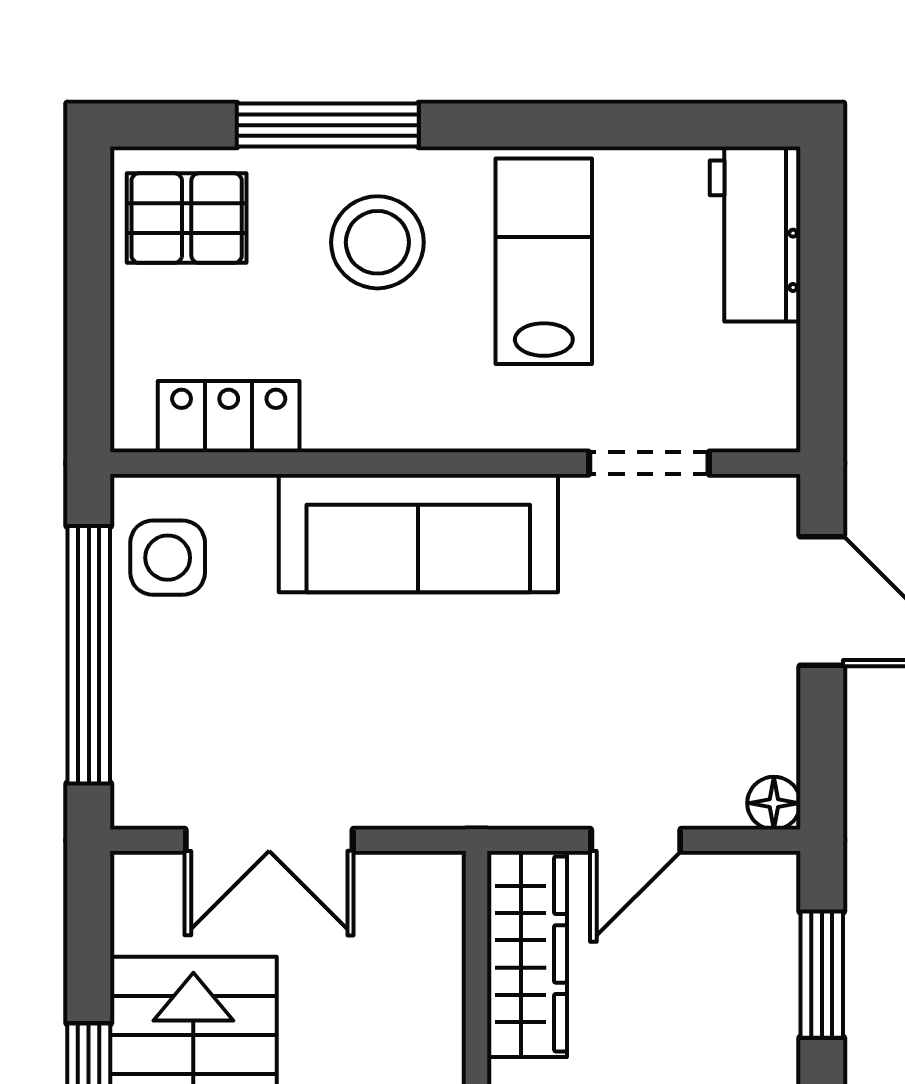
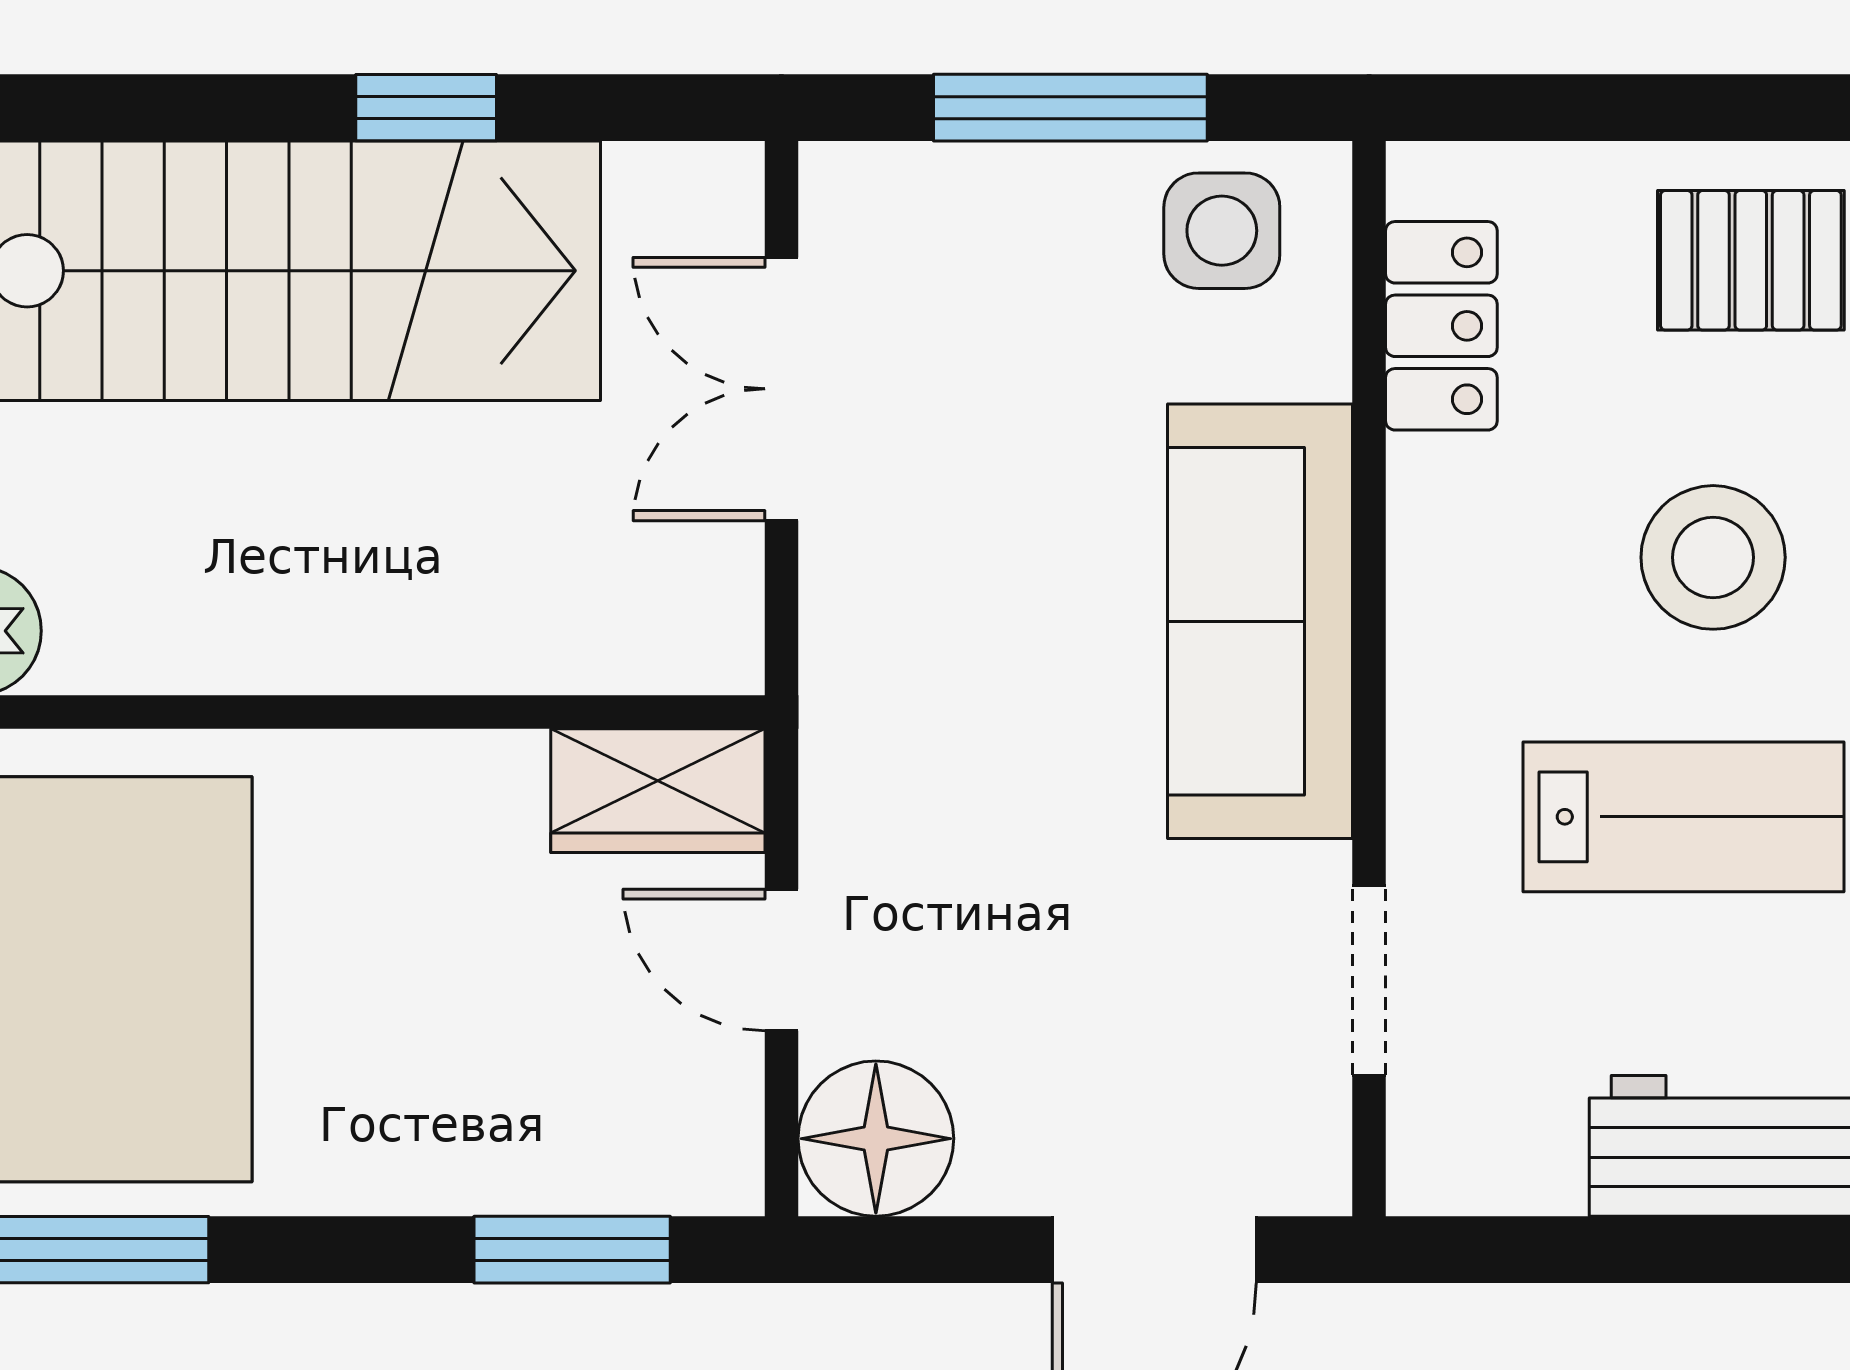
pallet: (187, 218) -> (1751, 260), turned 90
window: (89, 655) -> (1070, 108), width x0.68
floor lamp: (774, 803) -> (876, 1139), width x1.89, depth x1.89
wardrobe: (527, 954) -> (658, 791), width x0.67

